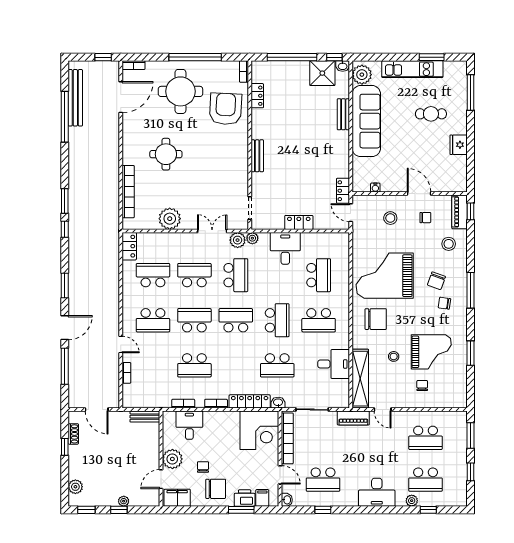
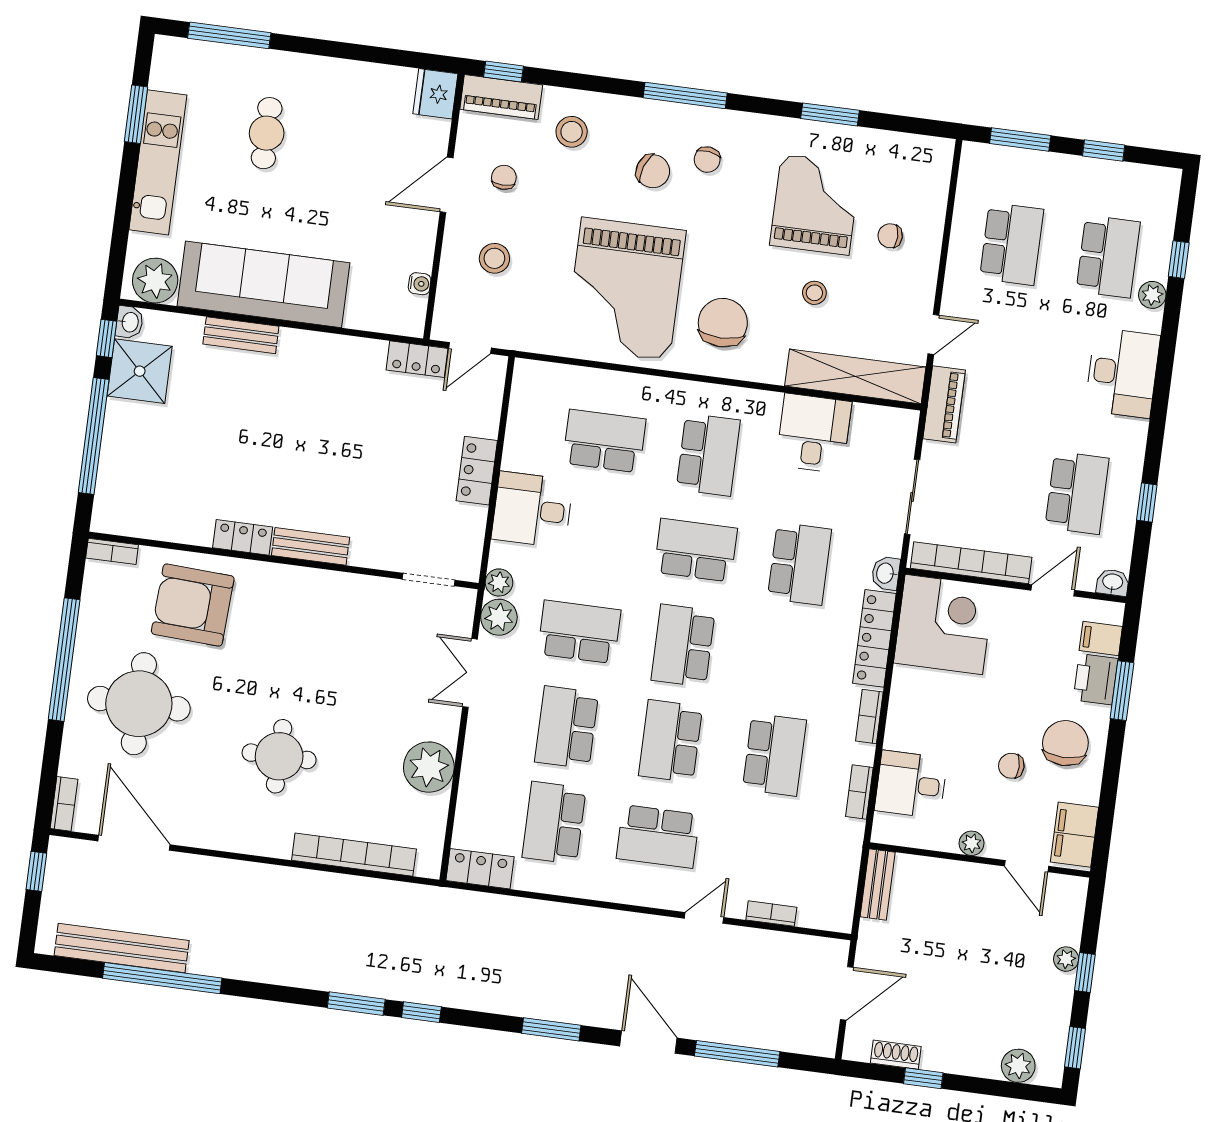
locker: (257, 96) -> (243, 537), moved
fridge: (459, 145) -> (435, 94), moved, turned 90
school desk: (153, 320) -> (658, 836), turned 90
plant: (172, 459) -> (972, 843), width x0.53, depth x0.53

